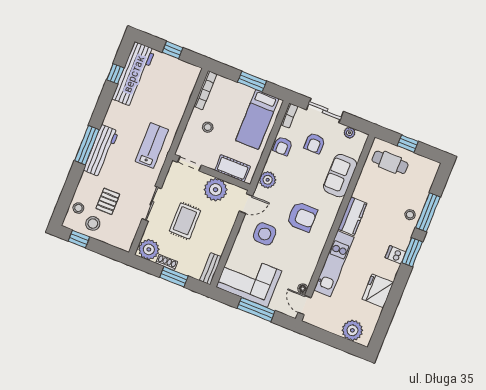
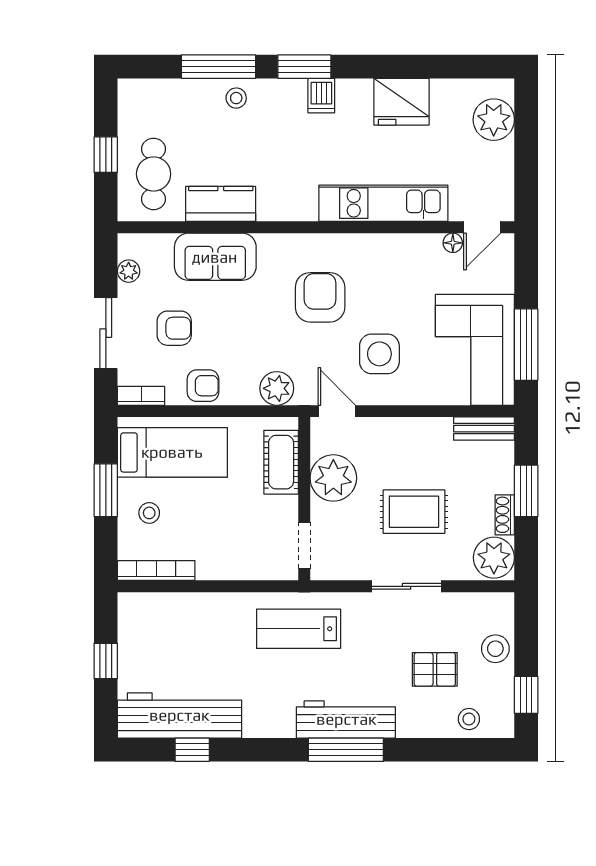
stool: (208, 127) -> (149, 513), moved
kitchen counter: (352, 216) -> (221, 204), moved
stool: (93, 223) -> (495, 649), moved
window: (256, 310) -> (526, 345), moved

